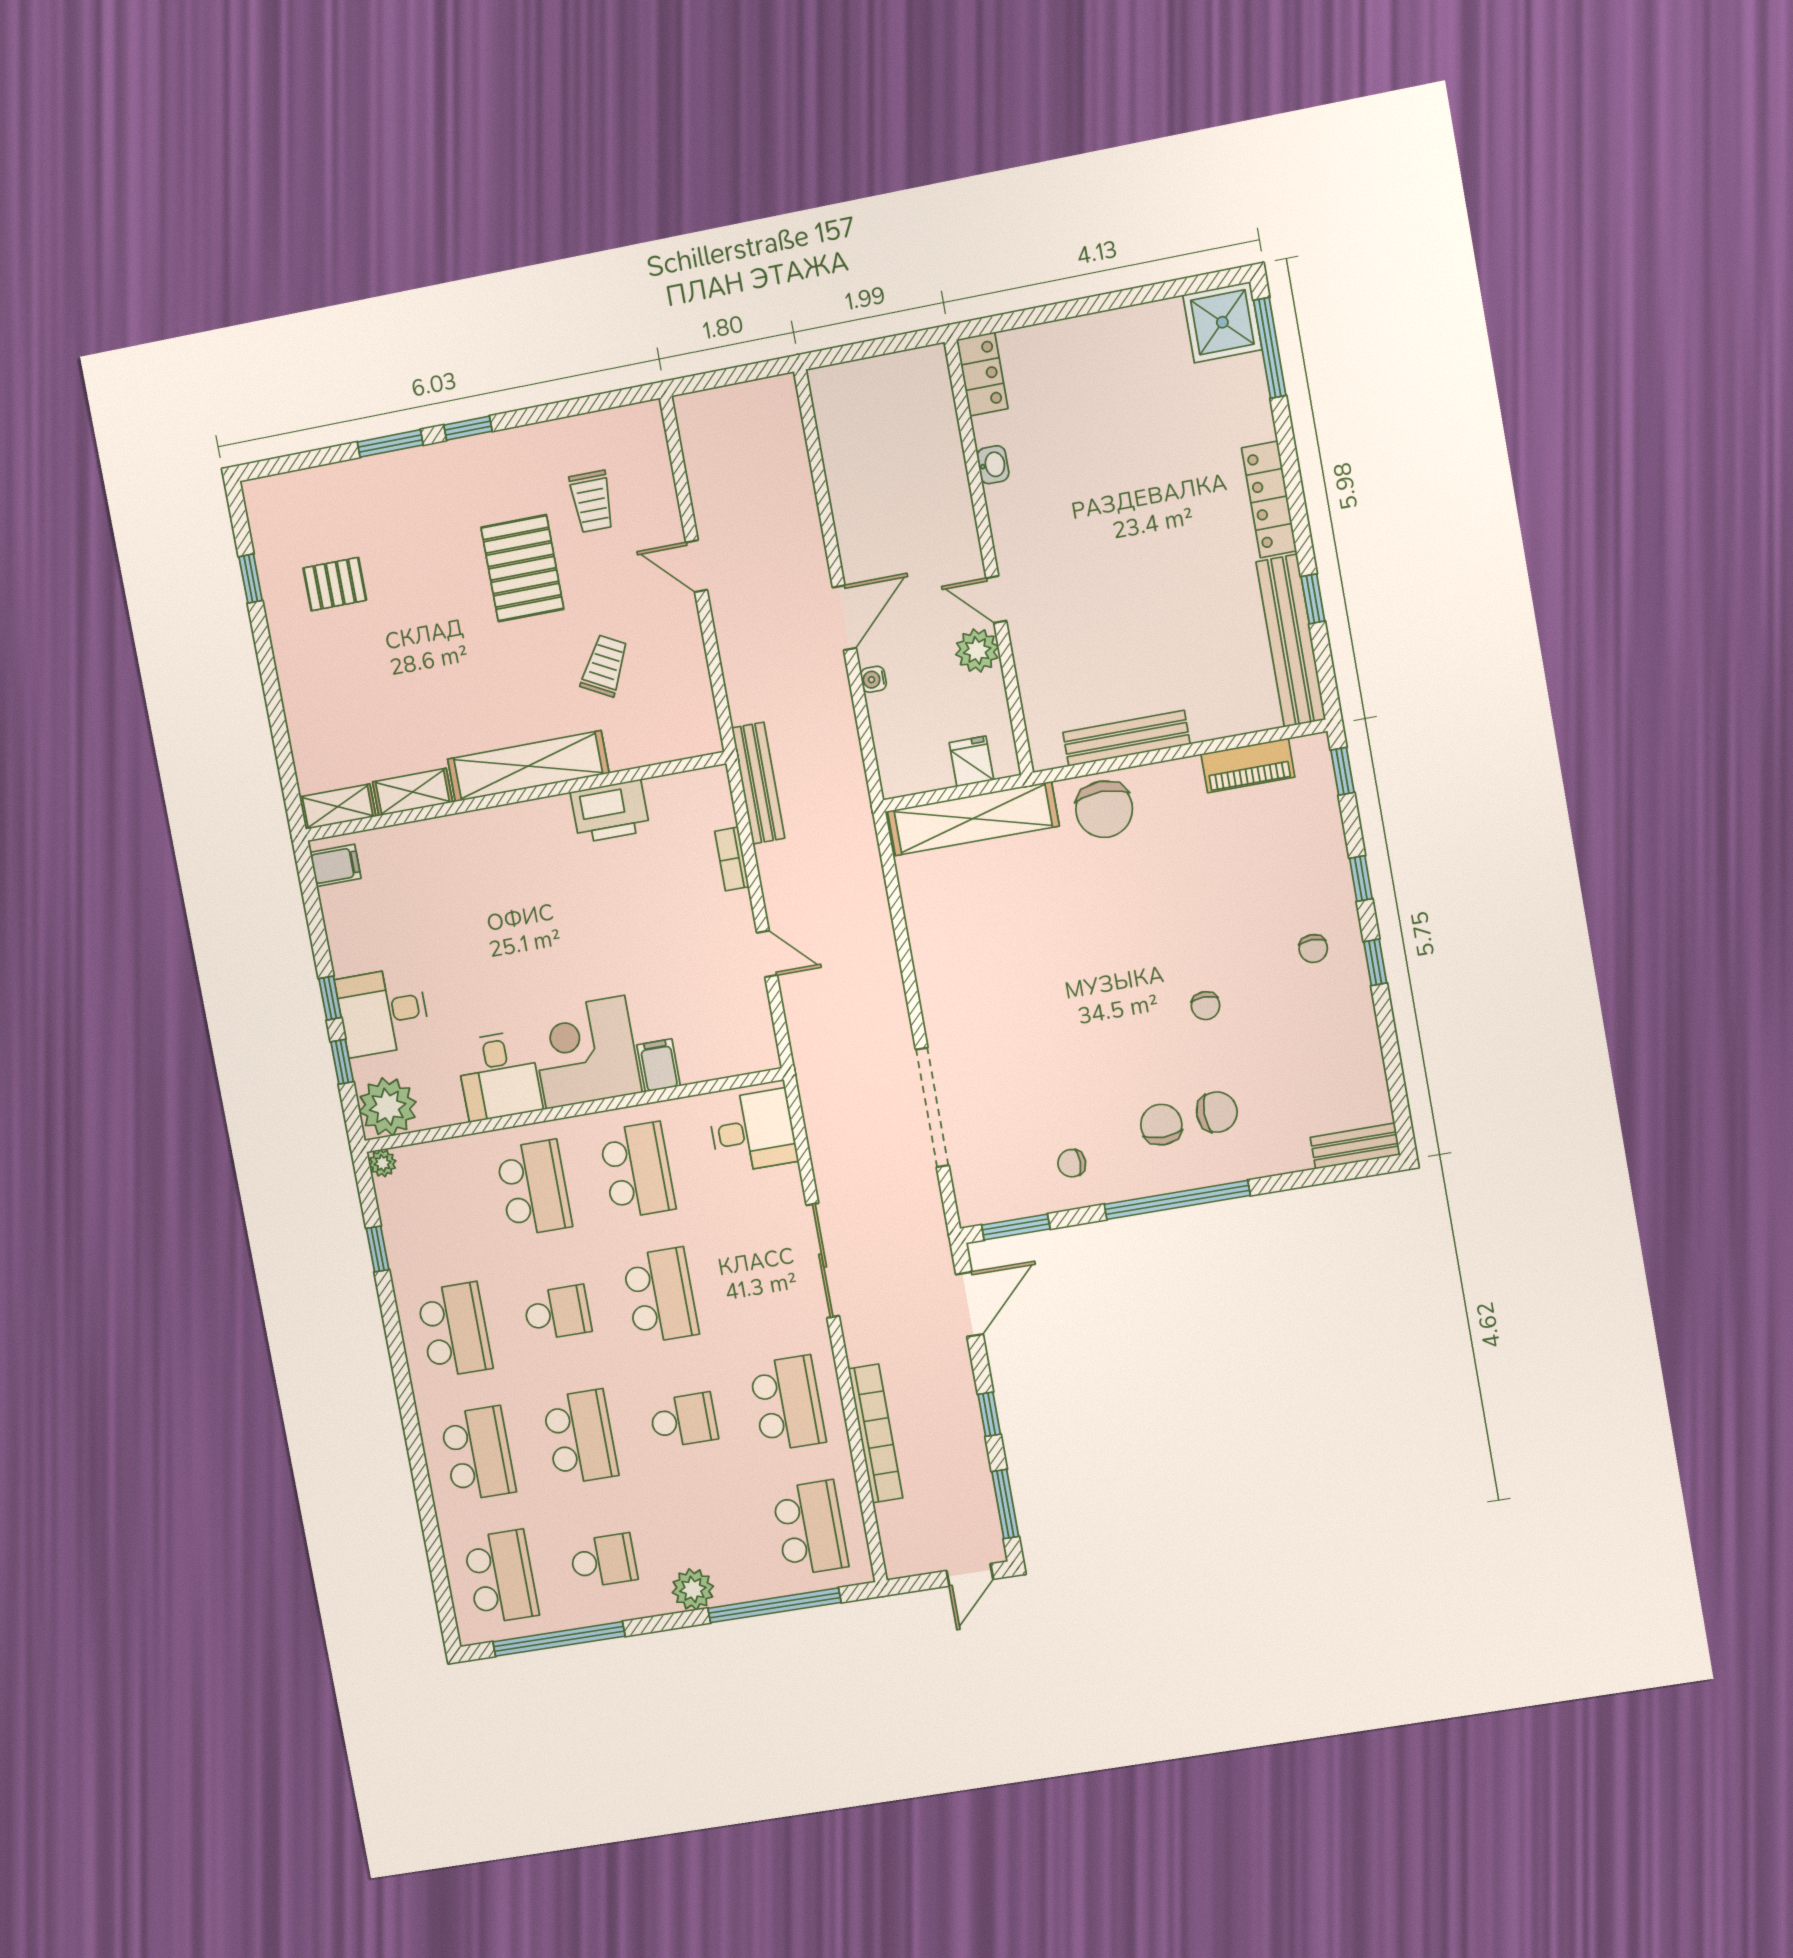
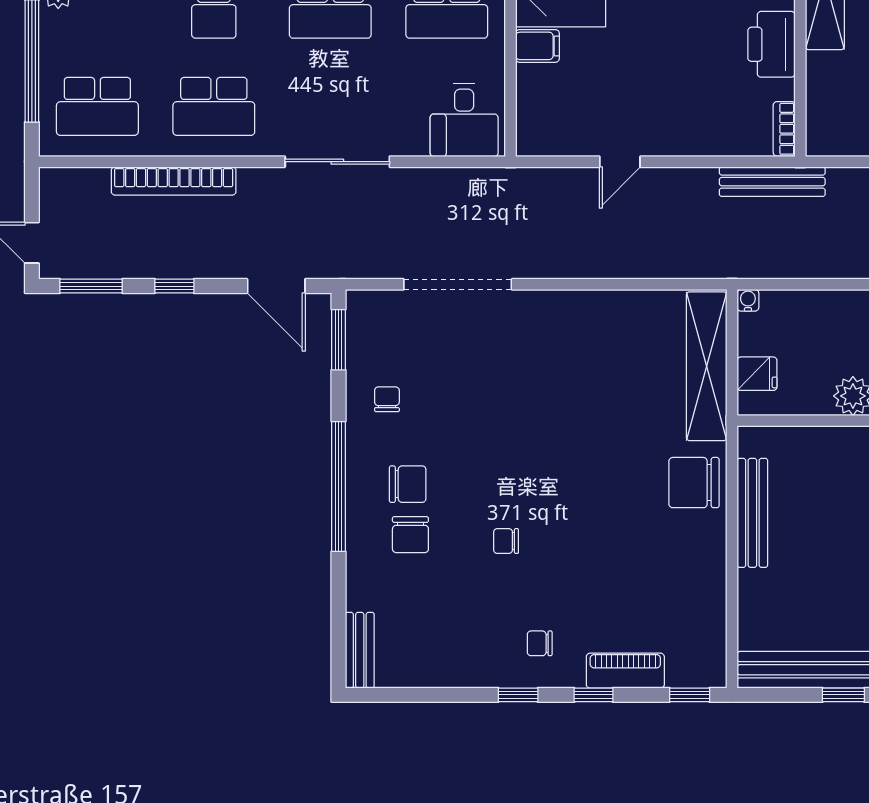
water cooler: (873, 679) -> (748, 300), moved
piano: (1248, 766) -> (625, 671), moved, turned 90
bookcase: (732, 859) -> (784, 129), moved, turned -90

